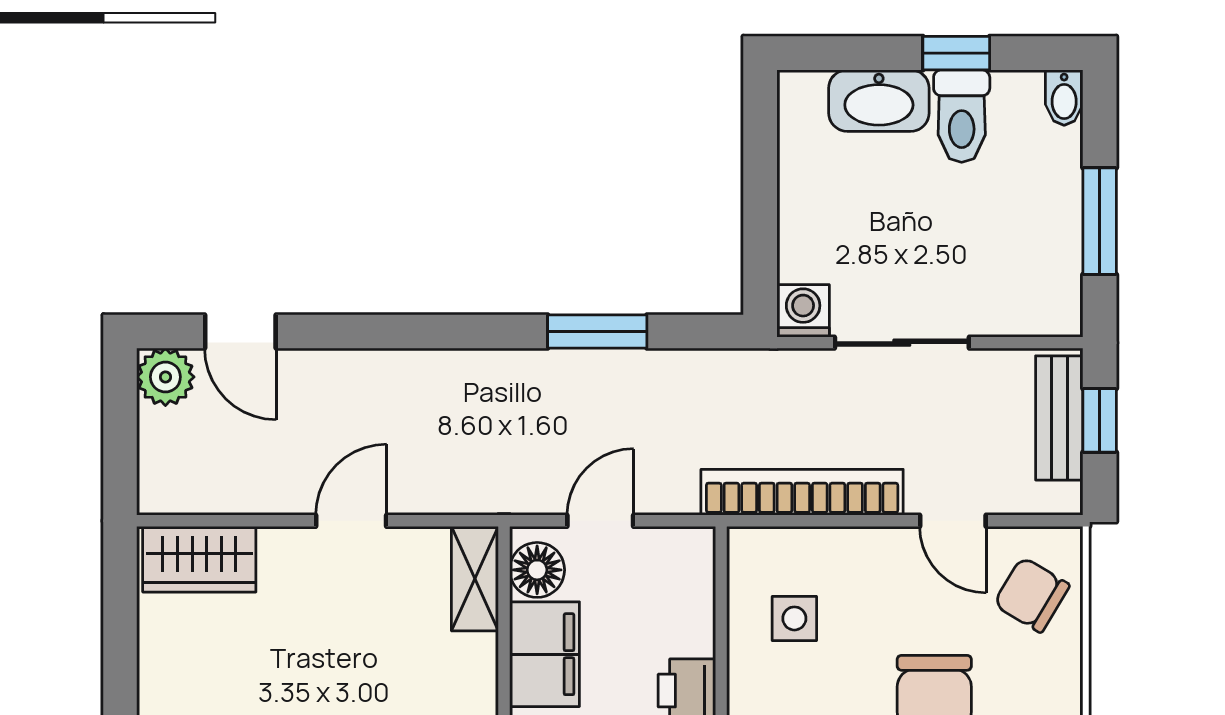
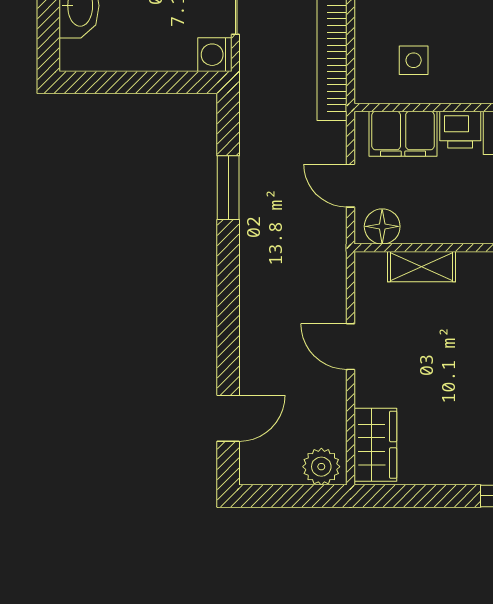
plant: (165, 377) -> (321, 467), moved
shelving: (475, 579) -> (421, 267), moved
filing cabinet: (545, 654) -> (403, 134), moved, turned 180

